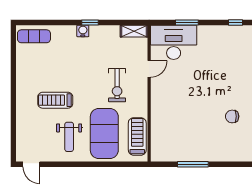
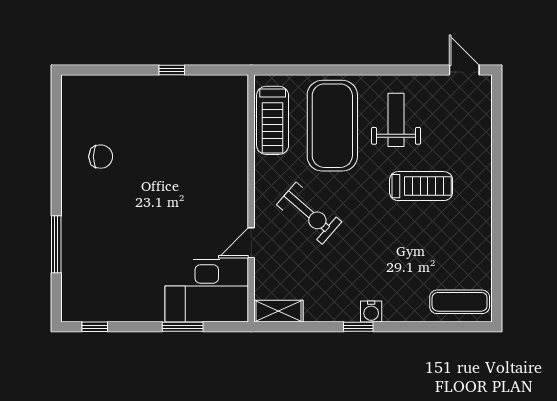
exercise bike: (117, 85) -> (309, 213), turned 131
window: (193, 164) -> (172, 70), width x0.46

